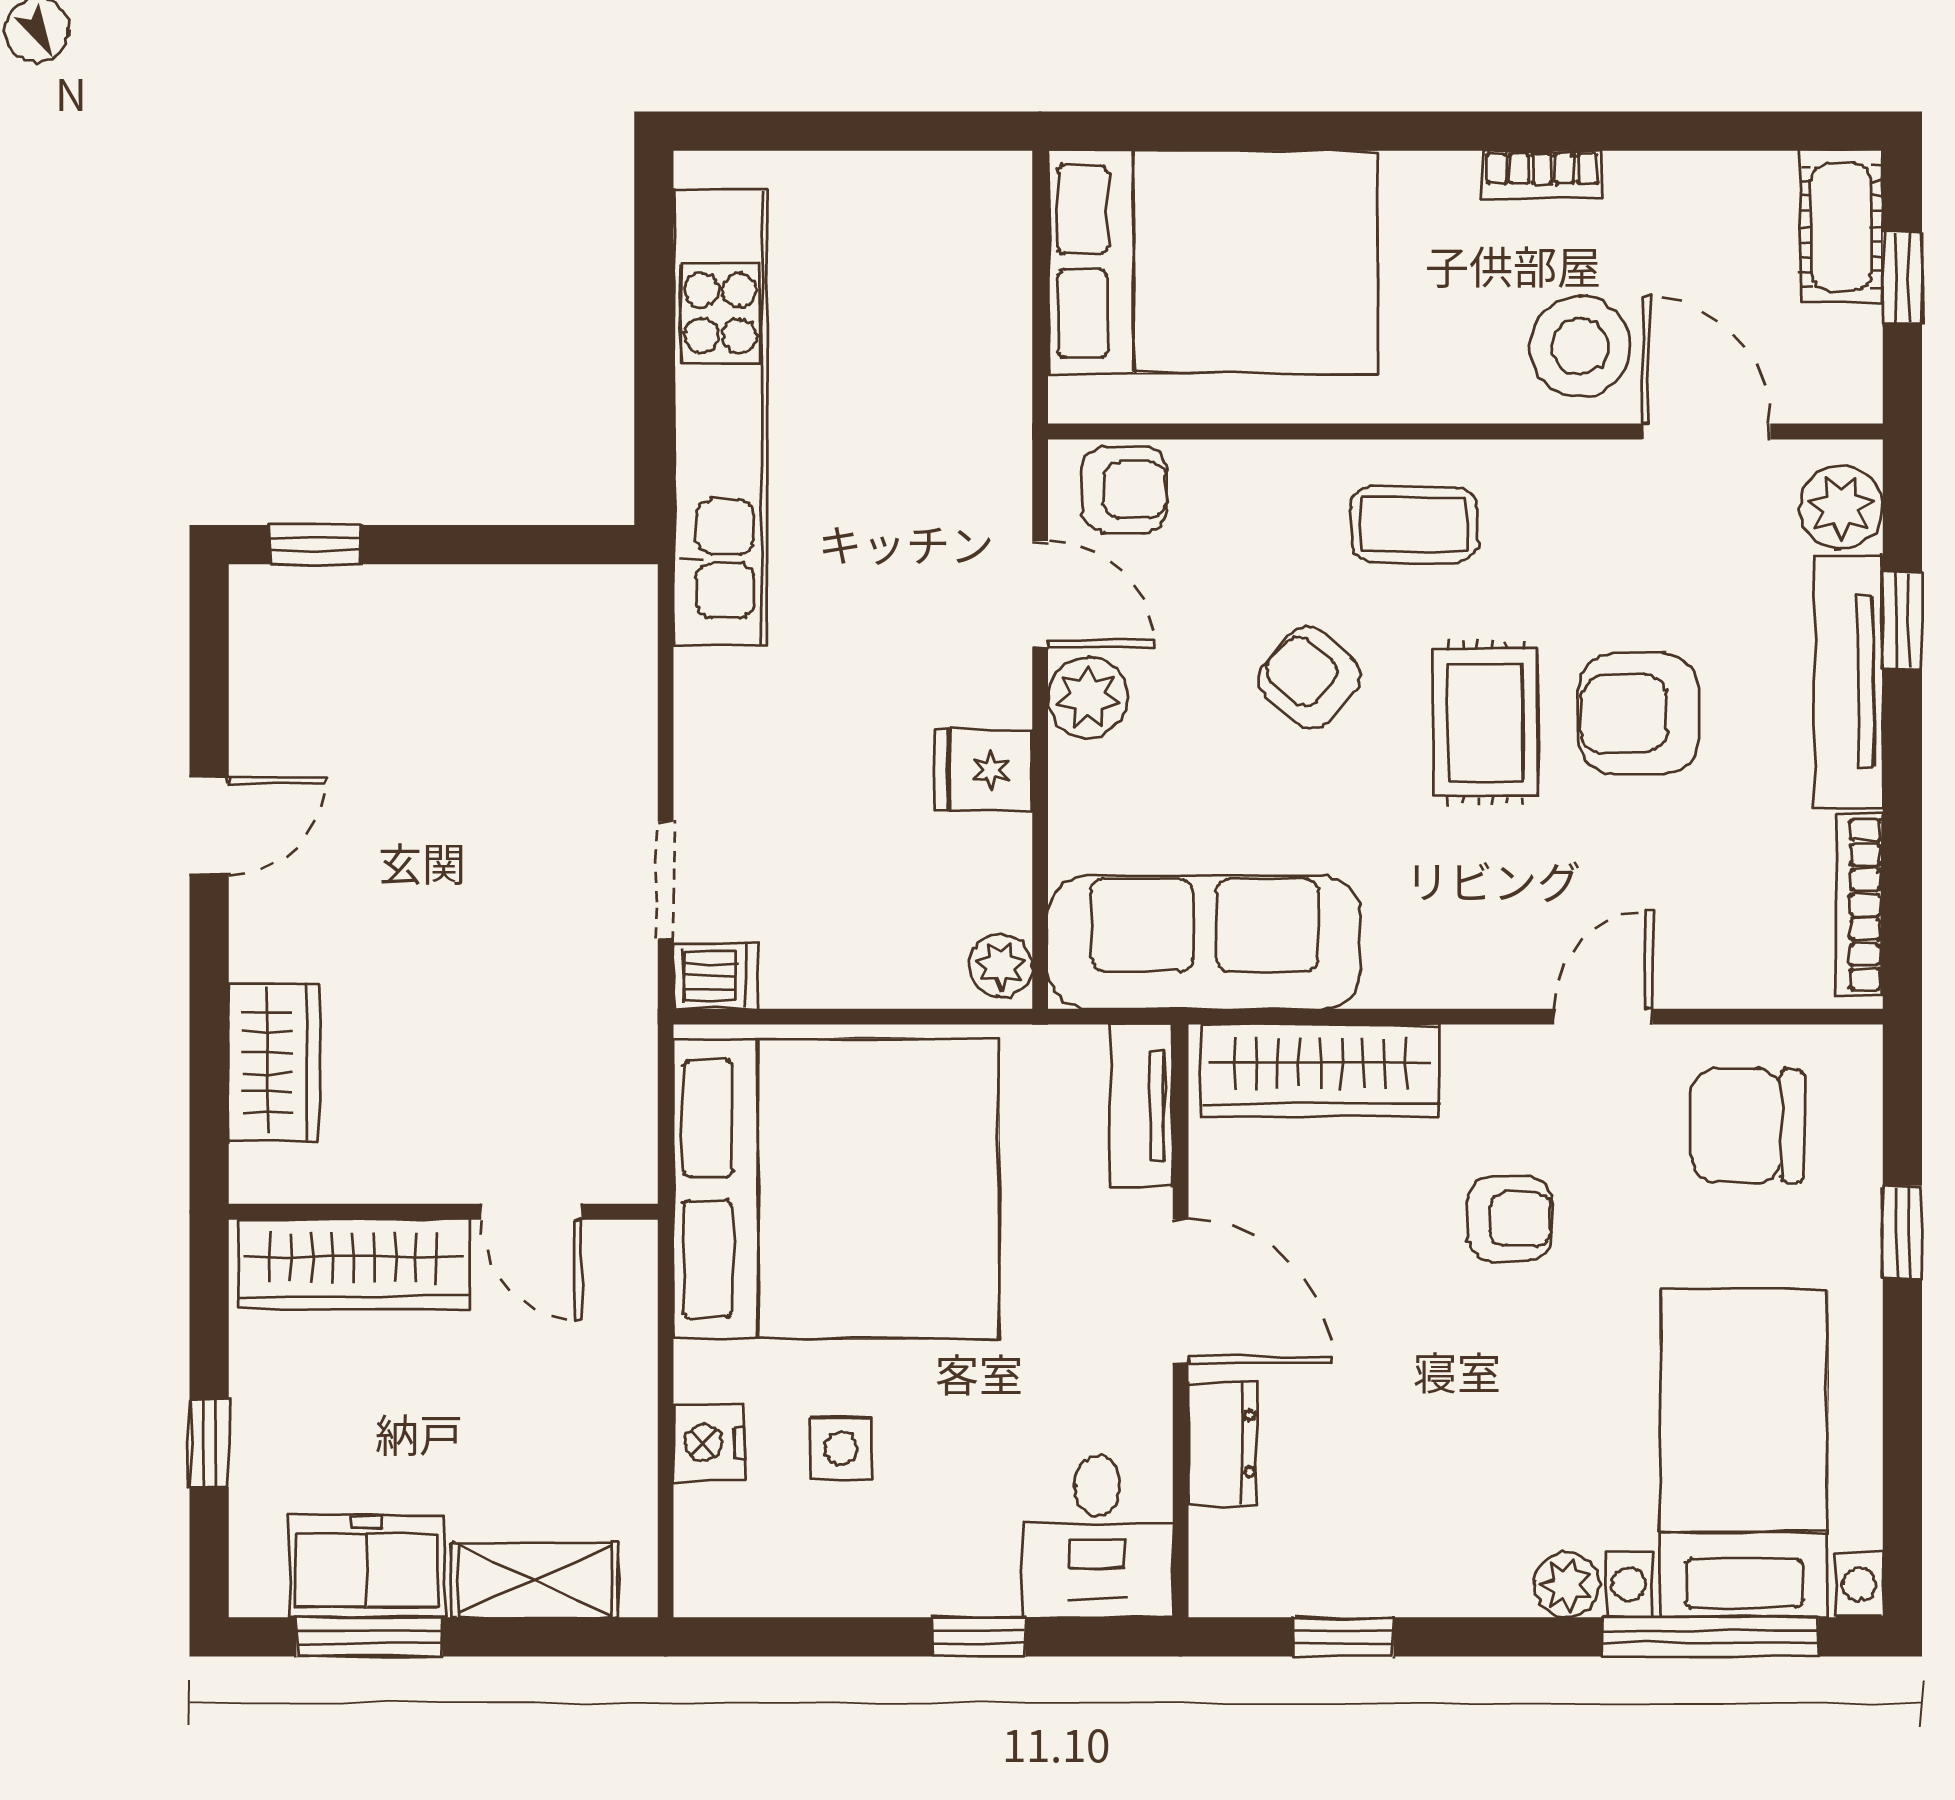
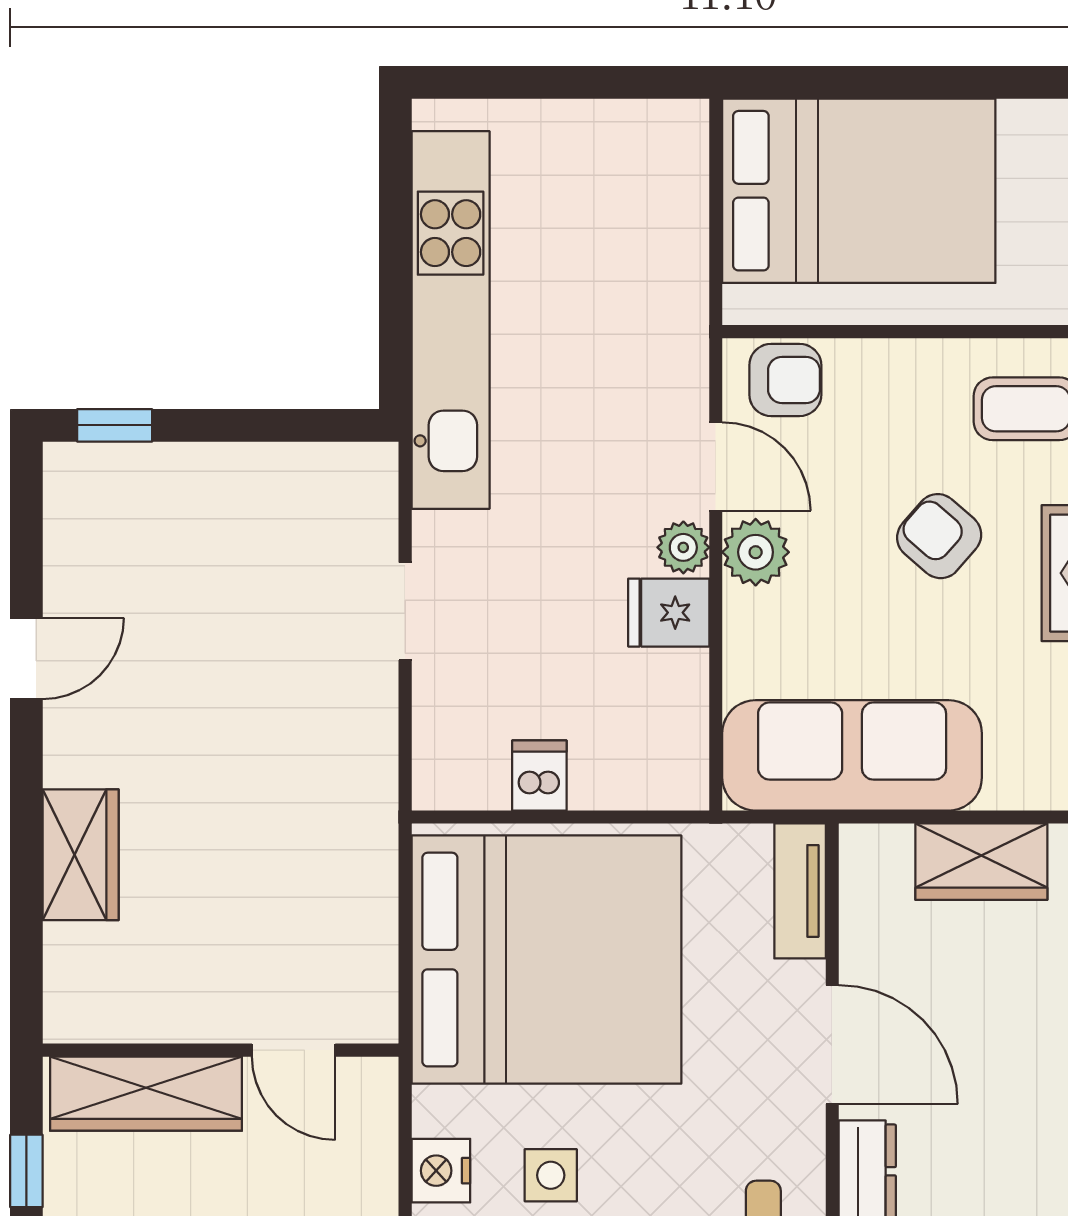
doorway: (666, 881) -> (405, 611), moved
plant: (1001, 965) -> (683, 547), moved
dishwasher: (716, 976) -> (539, 775), moved, turned -90
wardrobe: (1321, 1071) -> (981, 862), width x0.67
wall: (443, 1212) -> (221, 1050), moved
door: (531, 1212) -> (294, 1050), moved
wardrobe: (353, 1264) -> (146, 1094), moved

